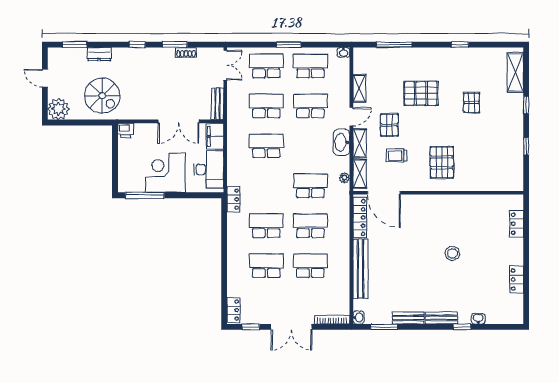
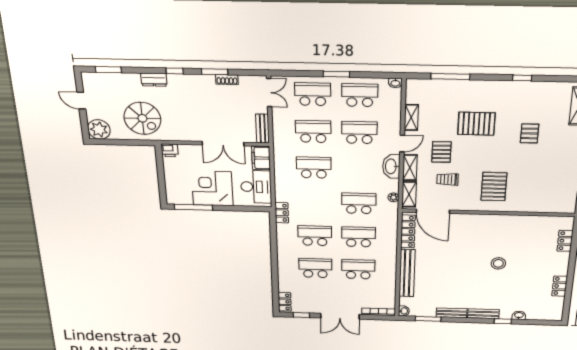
dresser: (99, 54) -> (154, 80), moved

